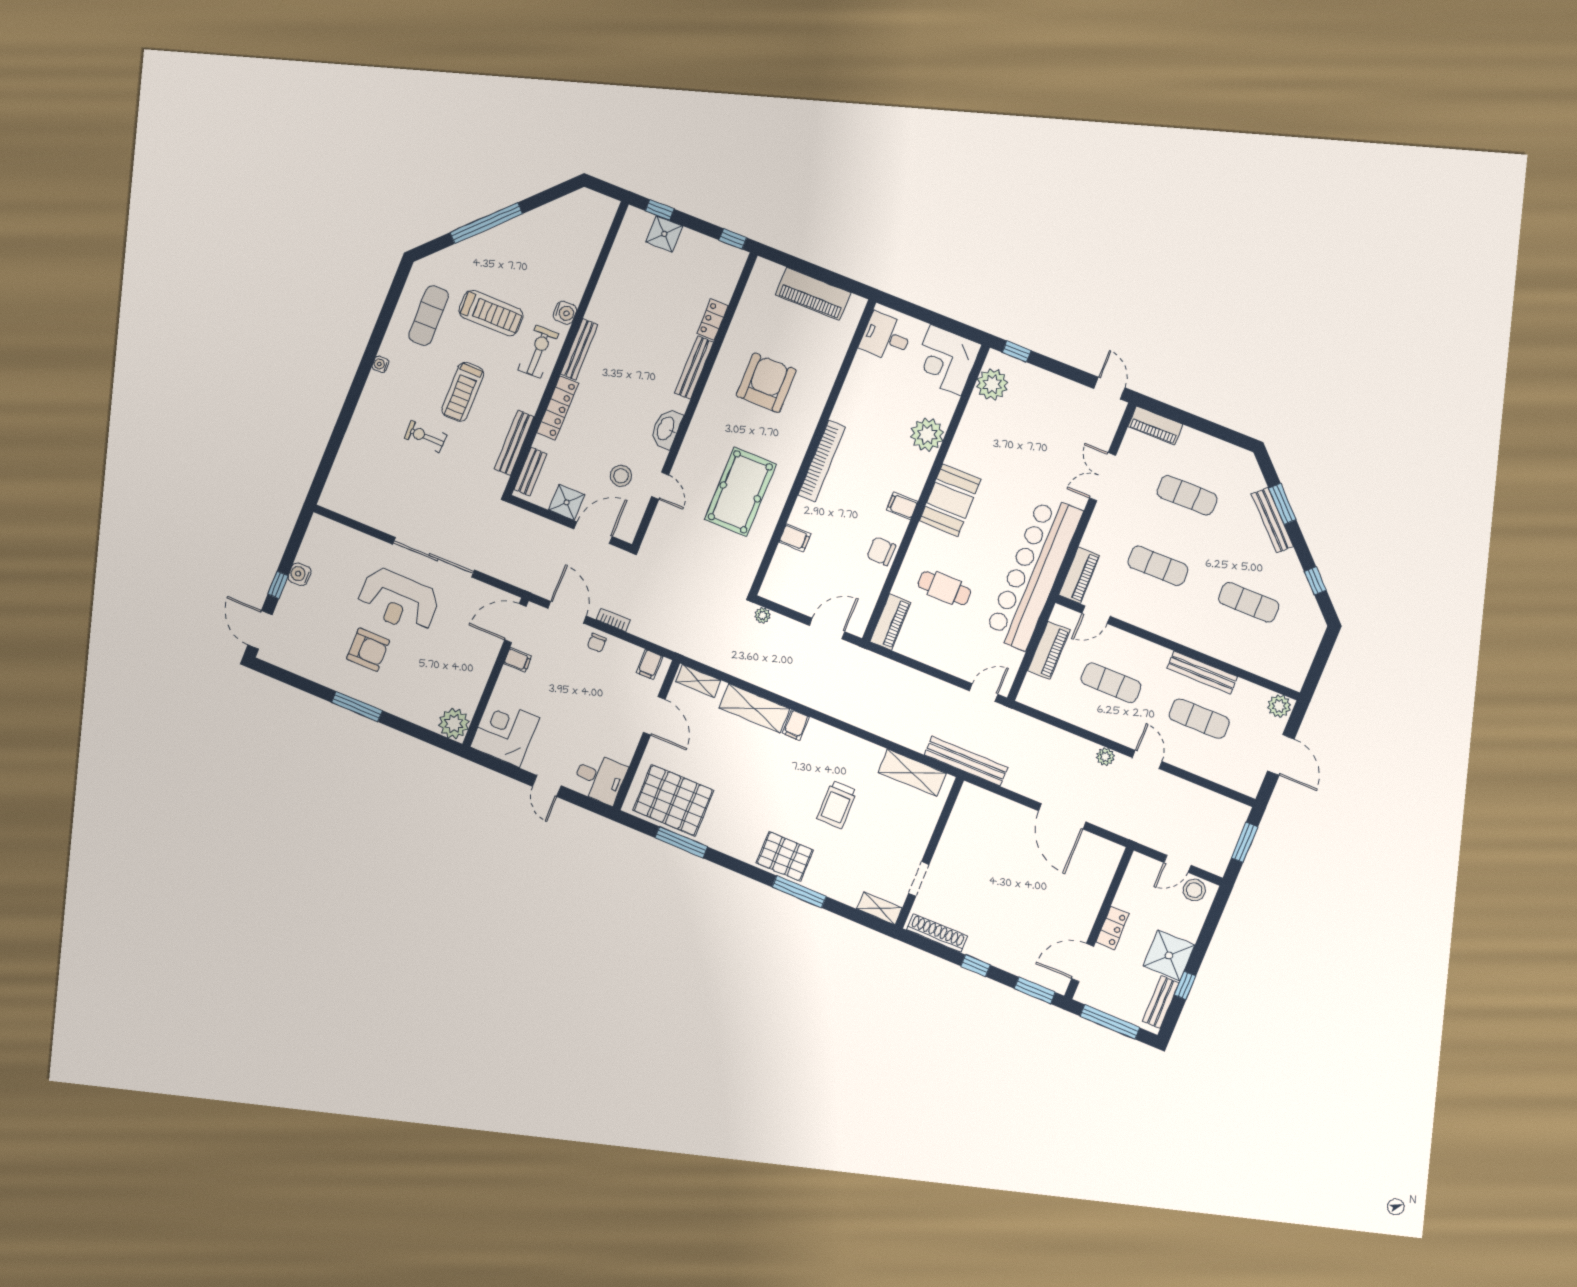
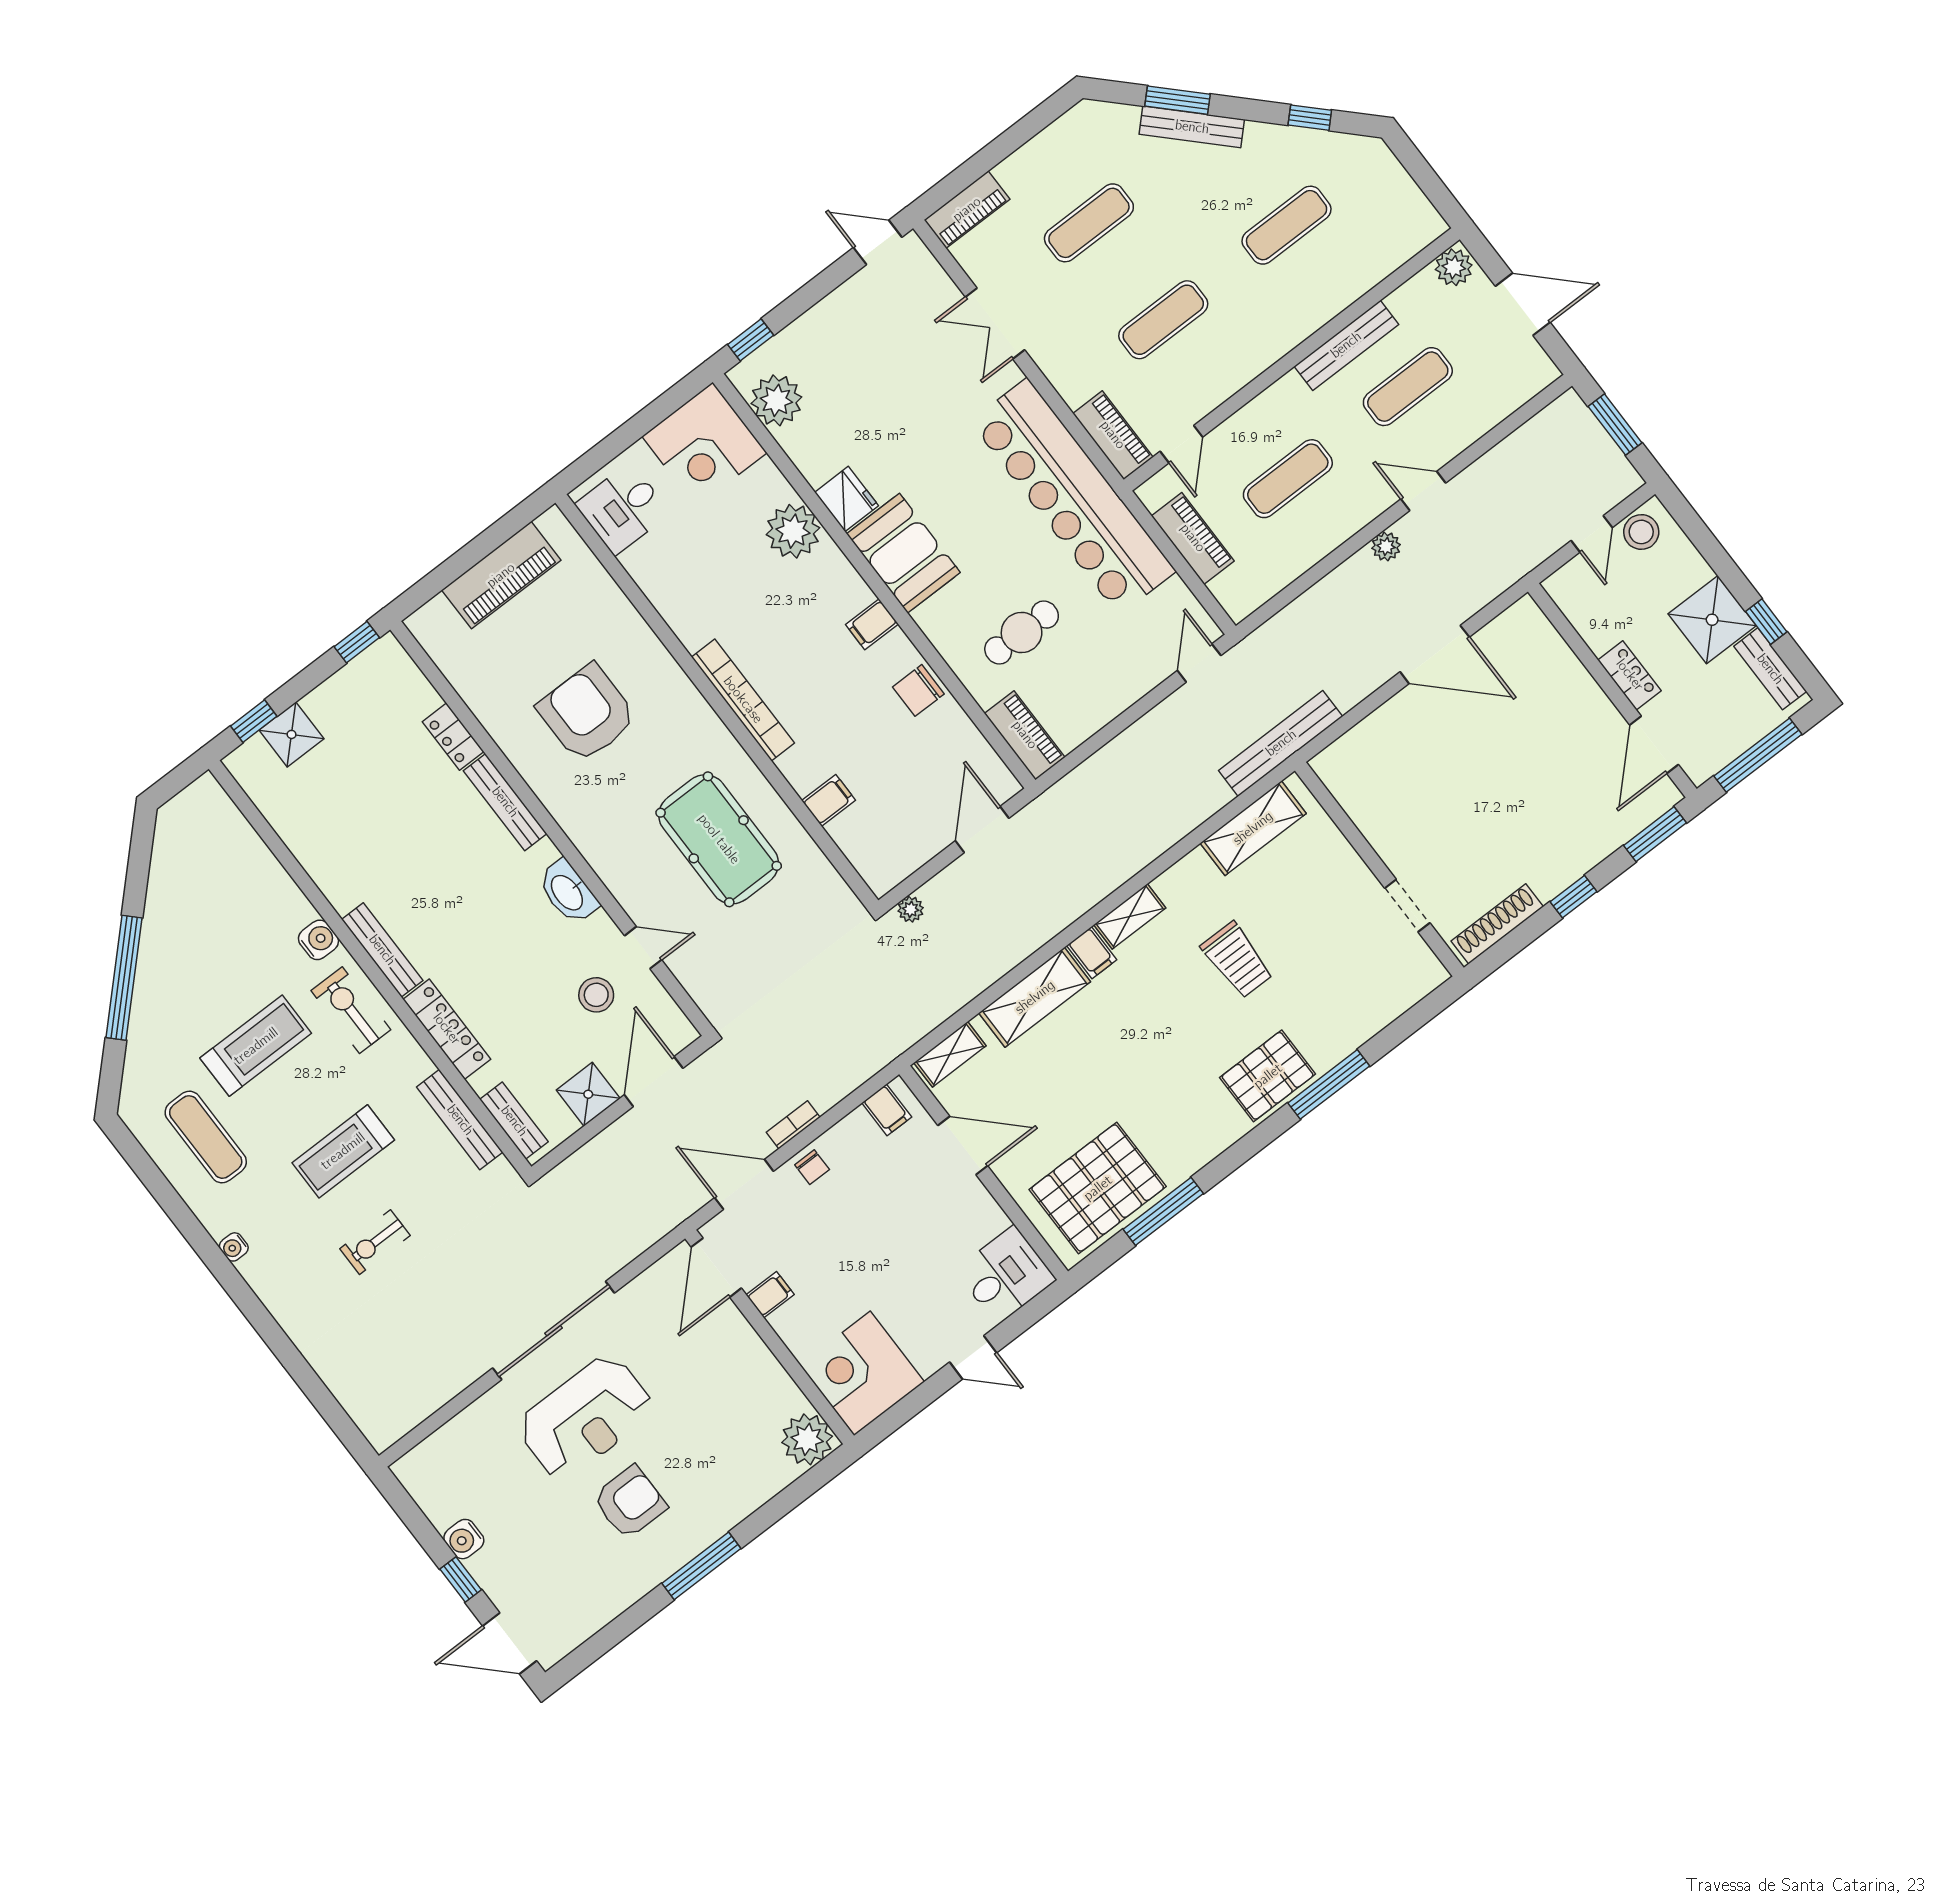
treadmill: (463, 392) -> (343, 1151), turned 90
fridge: (961, 453) -> (847, 499), added
shelving: (879, 908) -> (1130, 916), moved

